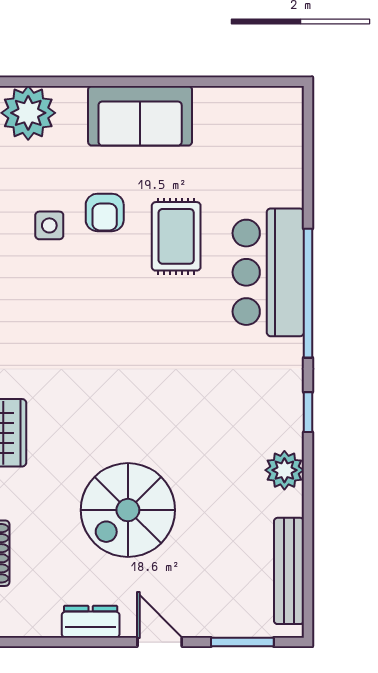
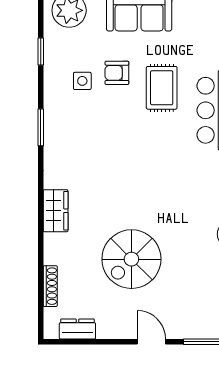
armchair: (105, 212) -> (117, 73), turned 90
dresser: (91, 622) -> (77, 329), moved

